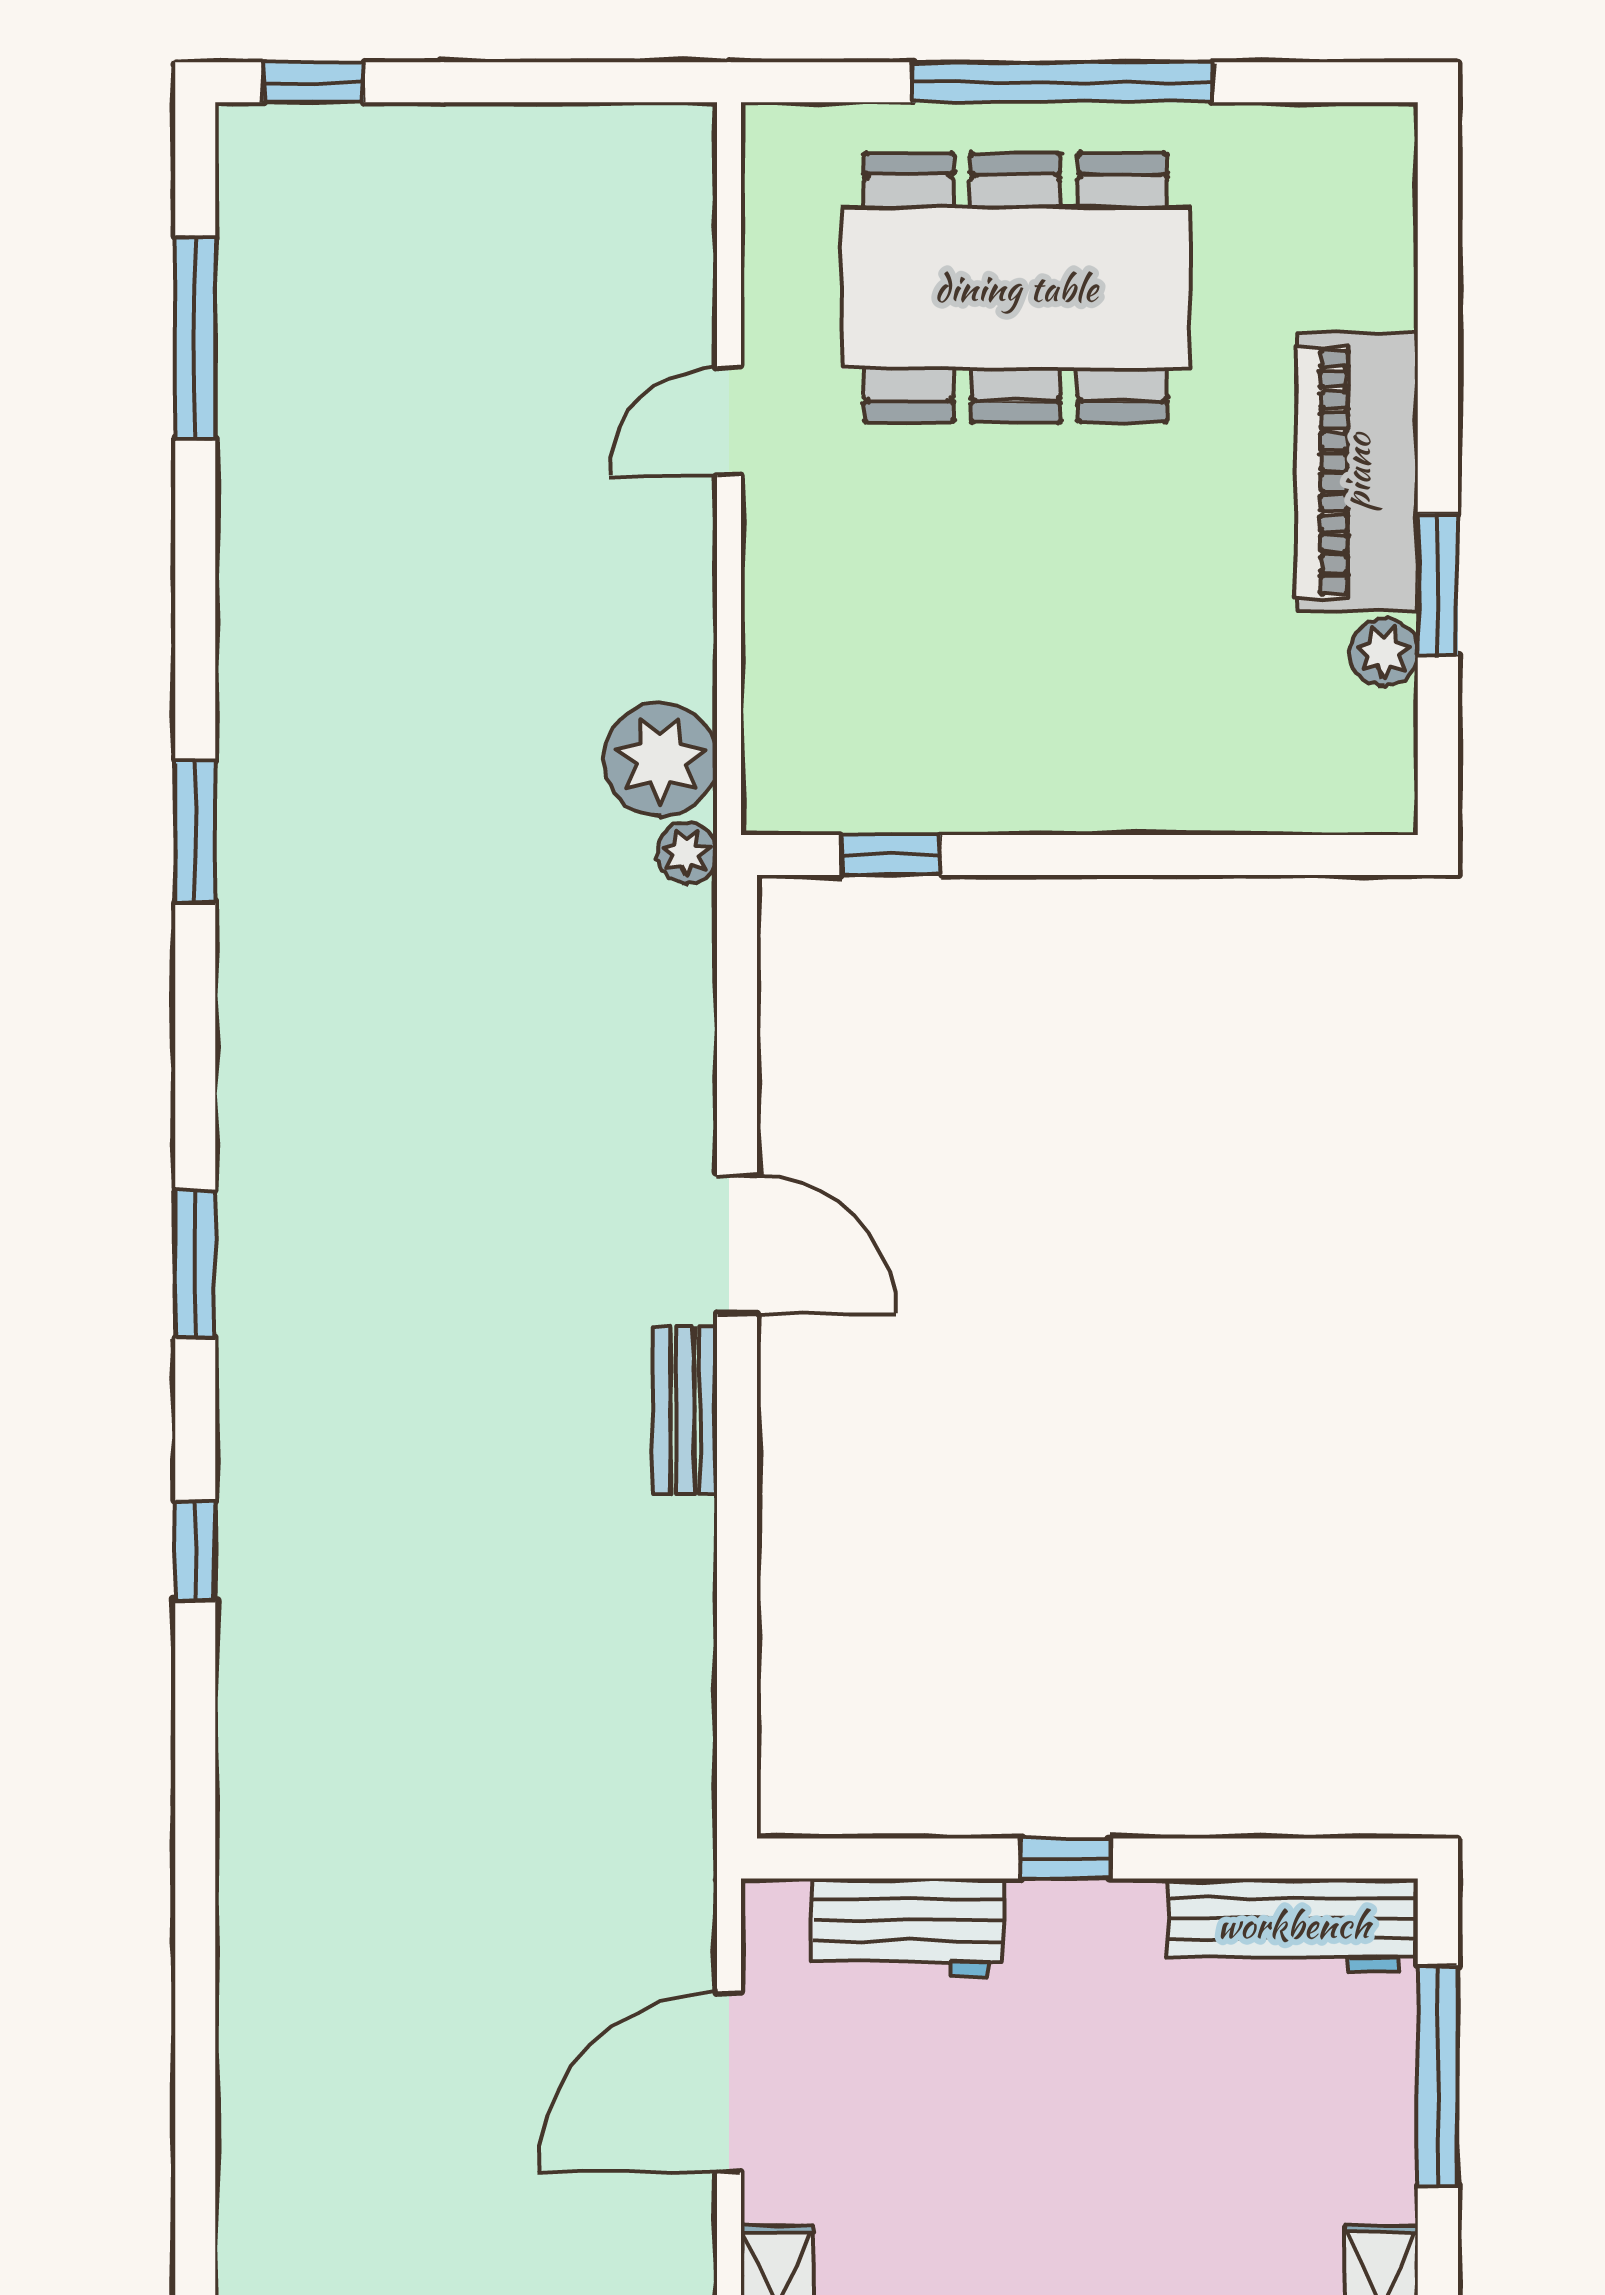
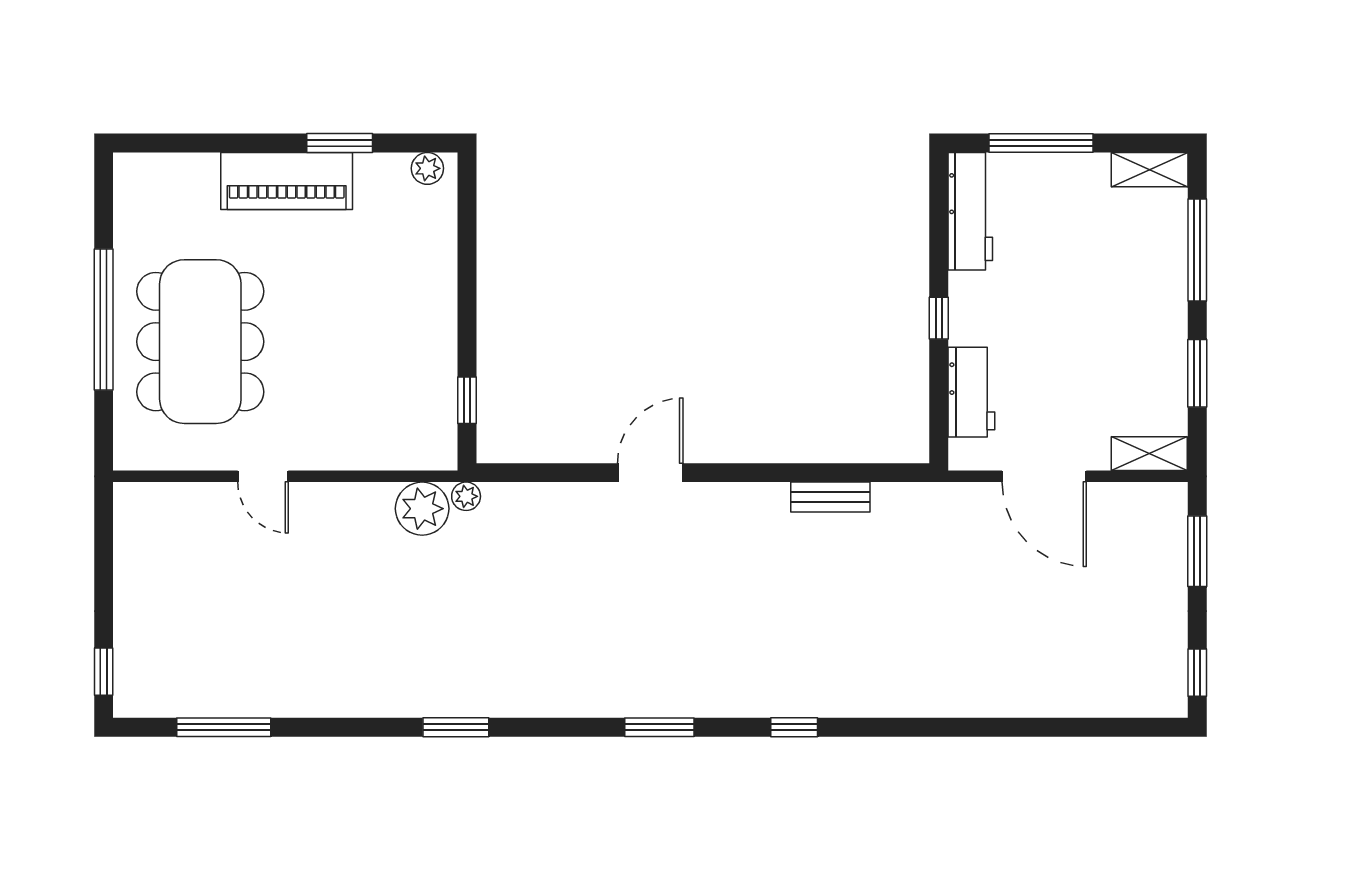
plant: (1384, 652) -> (427, 168), moved
bench: (685, 1410) -> (830, 497), moved

